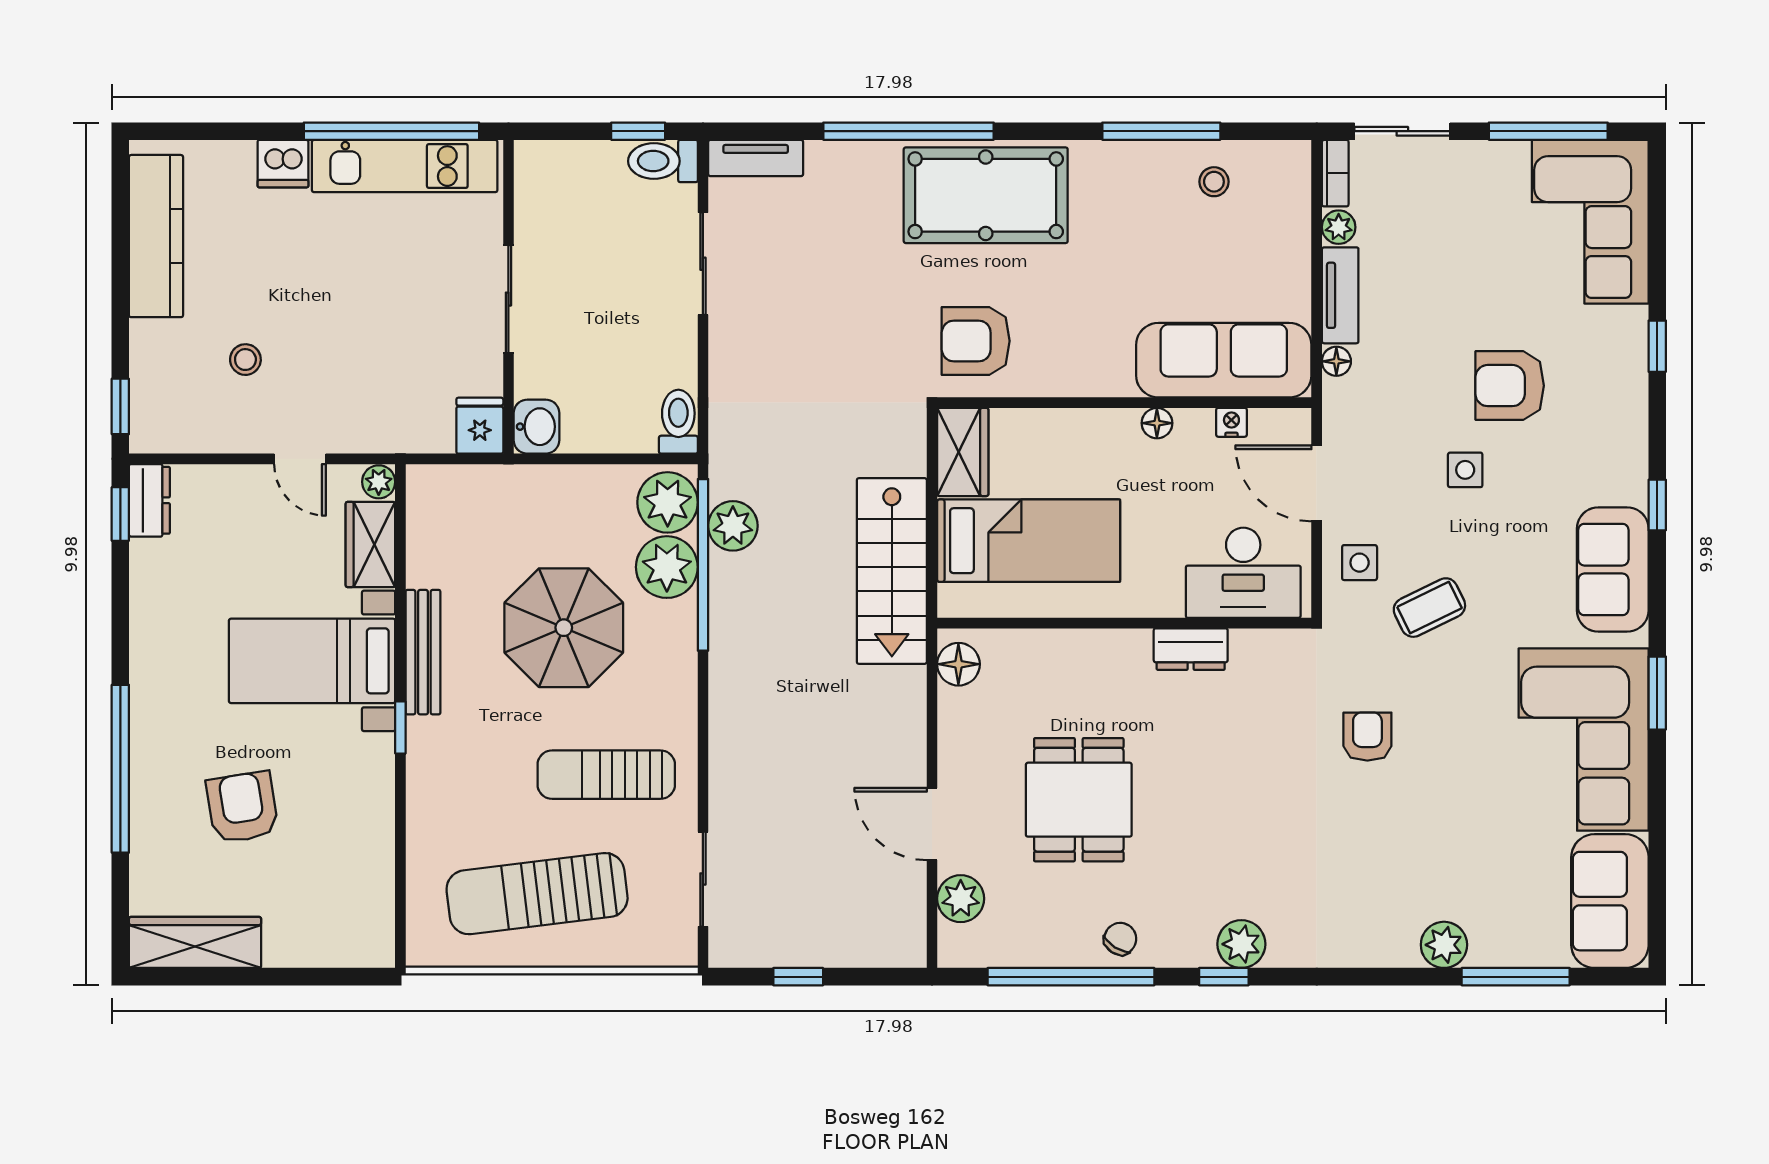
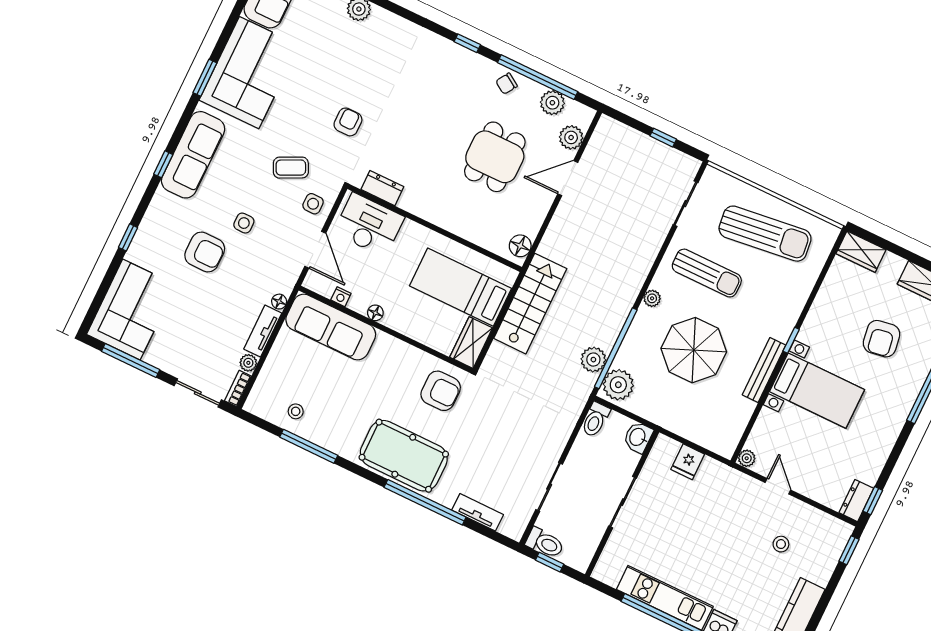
tv unit: (756, 158) -> (478, 512), moved
wall: (508, 297) -> (622, 503), moved
sliding door: (508, 299) -> (623, 502), moved
washbasin: (536, 427) -> (638, 437), moved
wardrobe: (370, 544) -> (861, 252), moved, turned 90
plant: (667, 567) -> (652, 298), moved, width x0.53, depth x0.53
sofa: (1613, 569) -> (193, 155), width x1.36
dresser: (1191, 649) -> (382, 188), moved
armchair: (1367, 737) -> (348, 122), turned 180
door: (932, 824) -> (568, 178), swing flipped
plant: (1241, 944) -> (552, 103), moved

